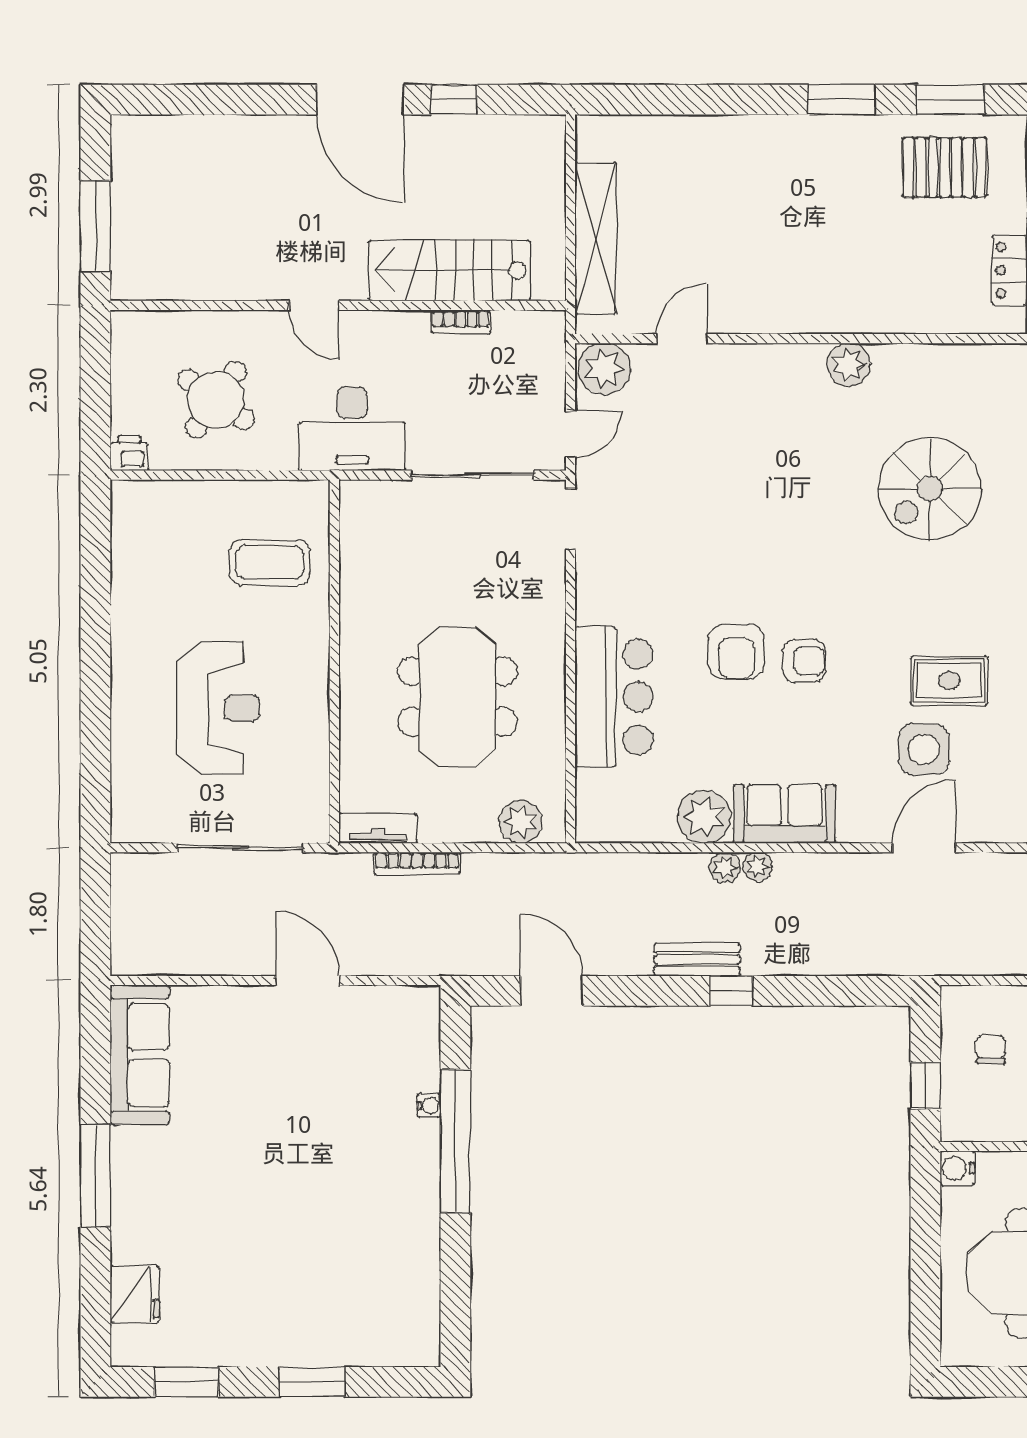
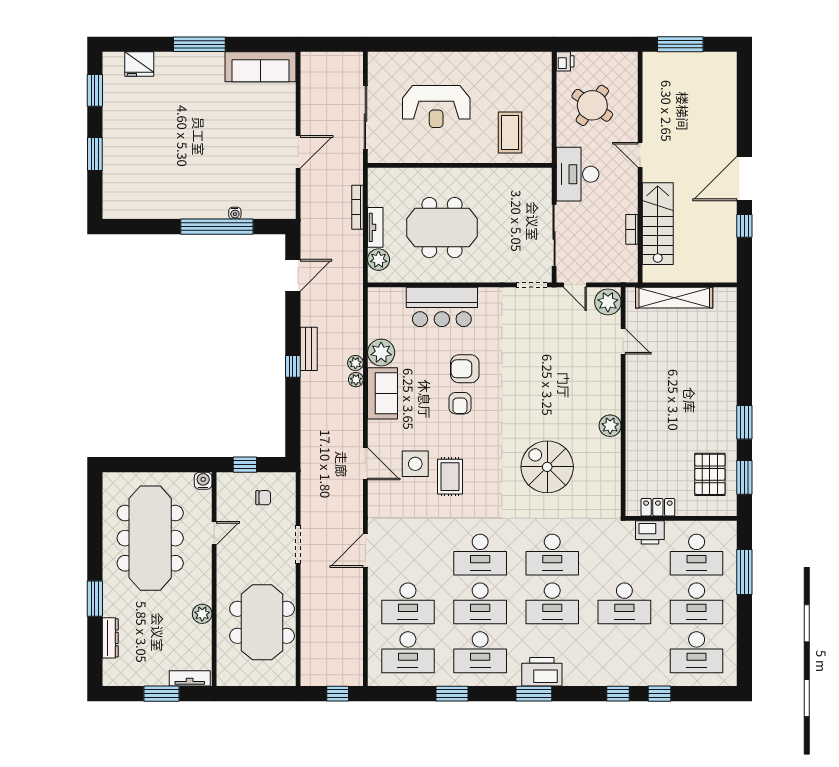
door: (314, 305) -> (640, 155), hinge flipped
tv unit: (378, 828) -> (375, 227), moved

